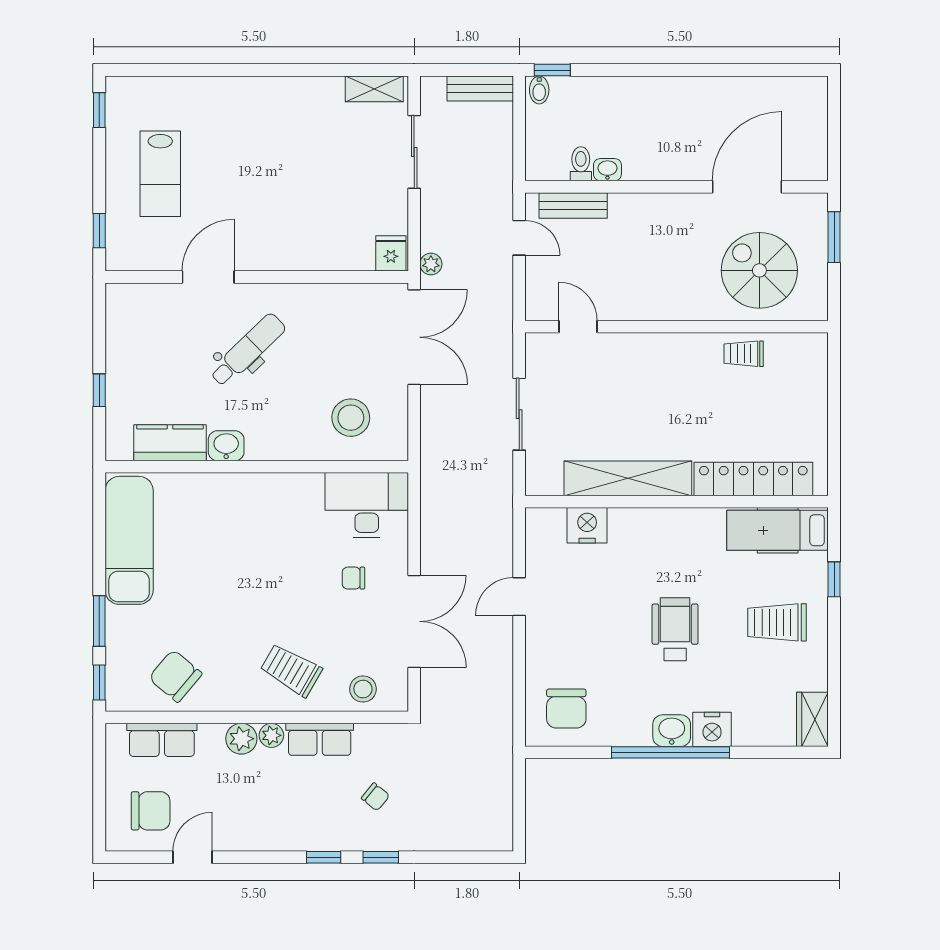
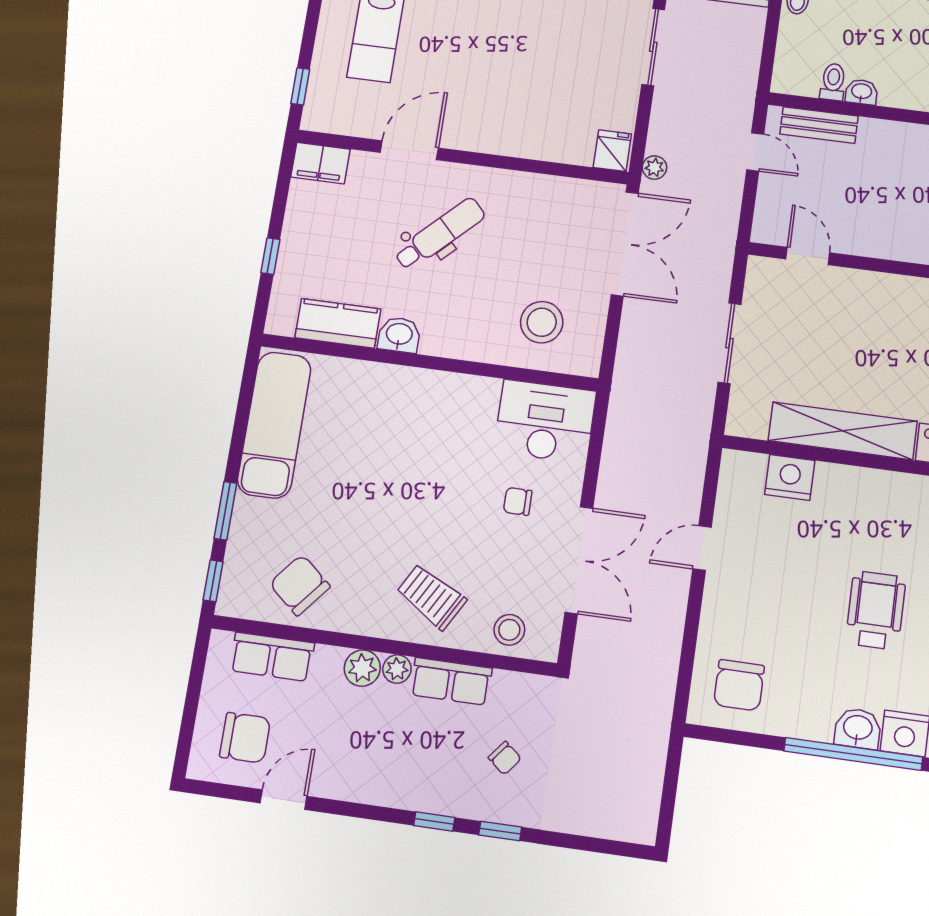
filing cabinet: (130, 299) -> (320, 163), added

